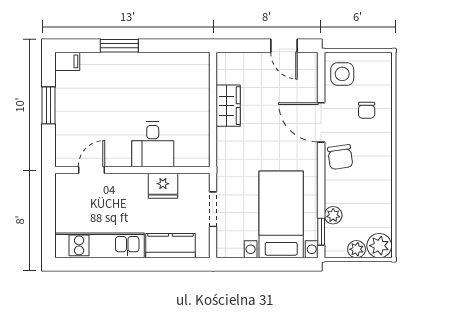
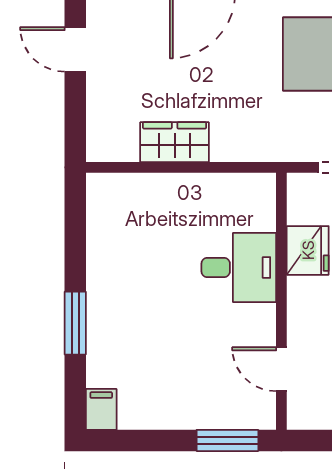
door: (284, 46) -> (75, 49), swing flipped
window: (49, 105) -> (227, 440), moved

